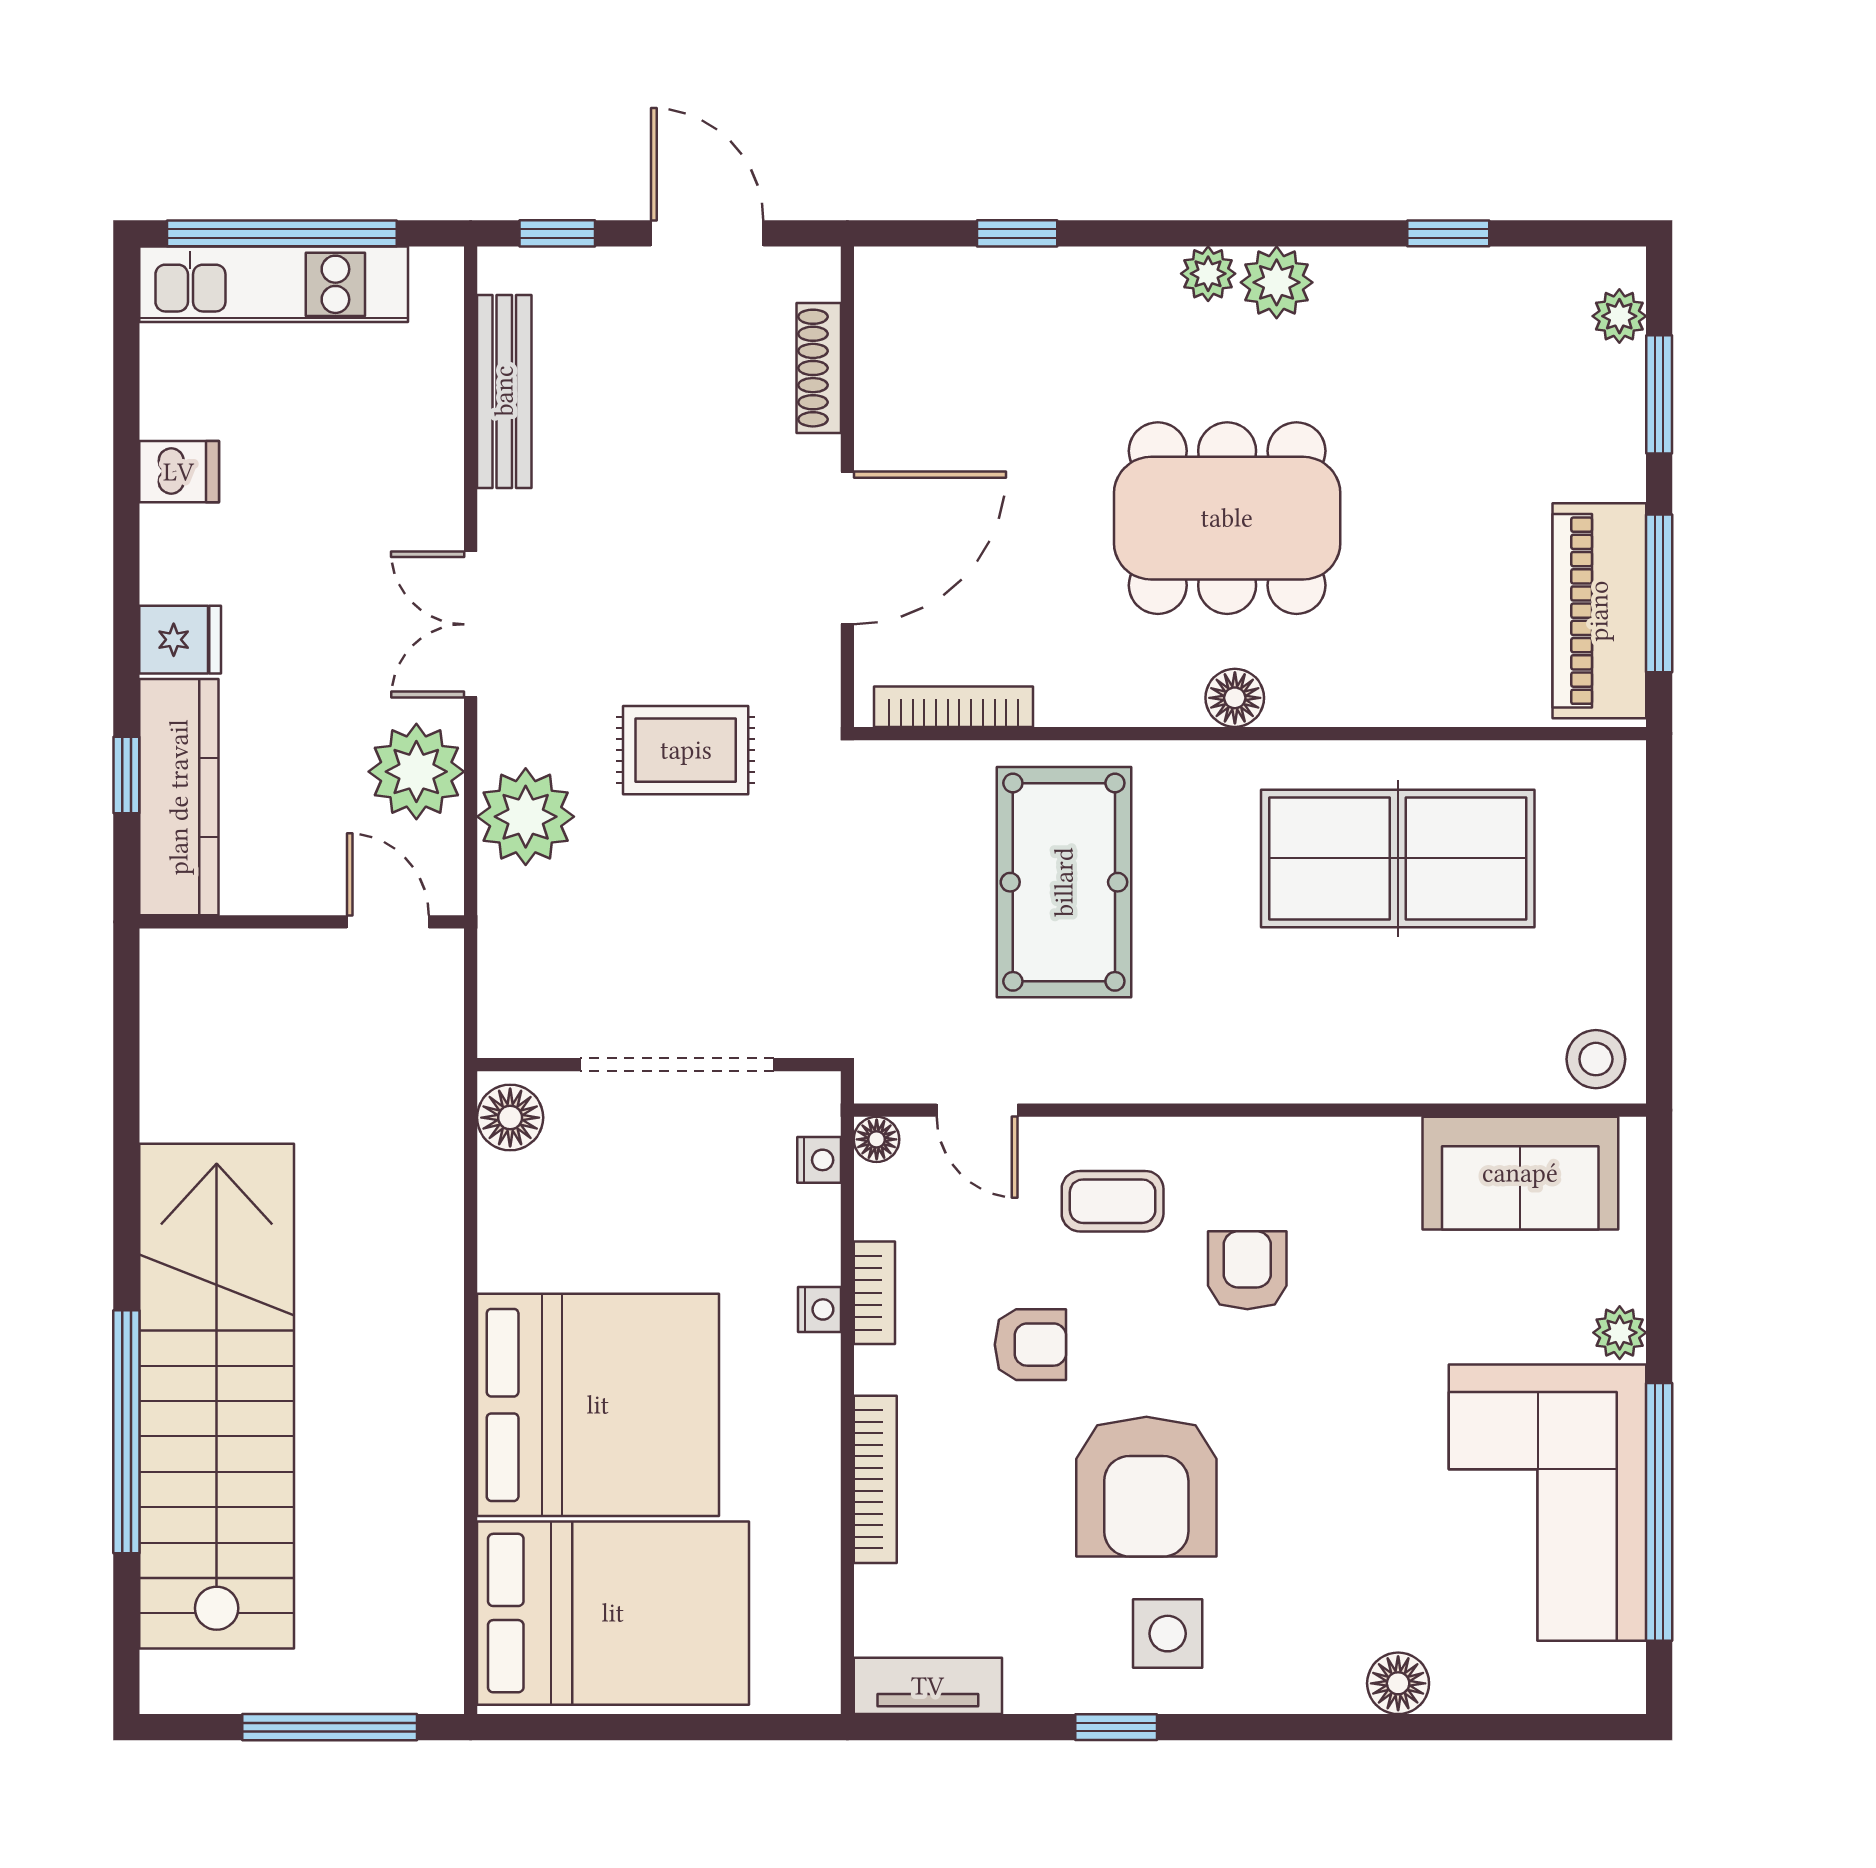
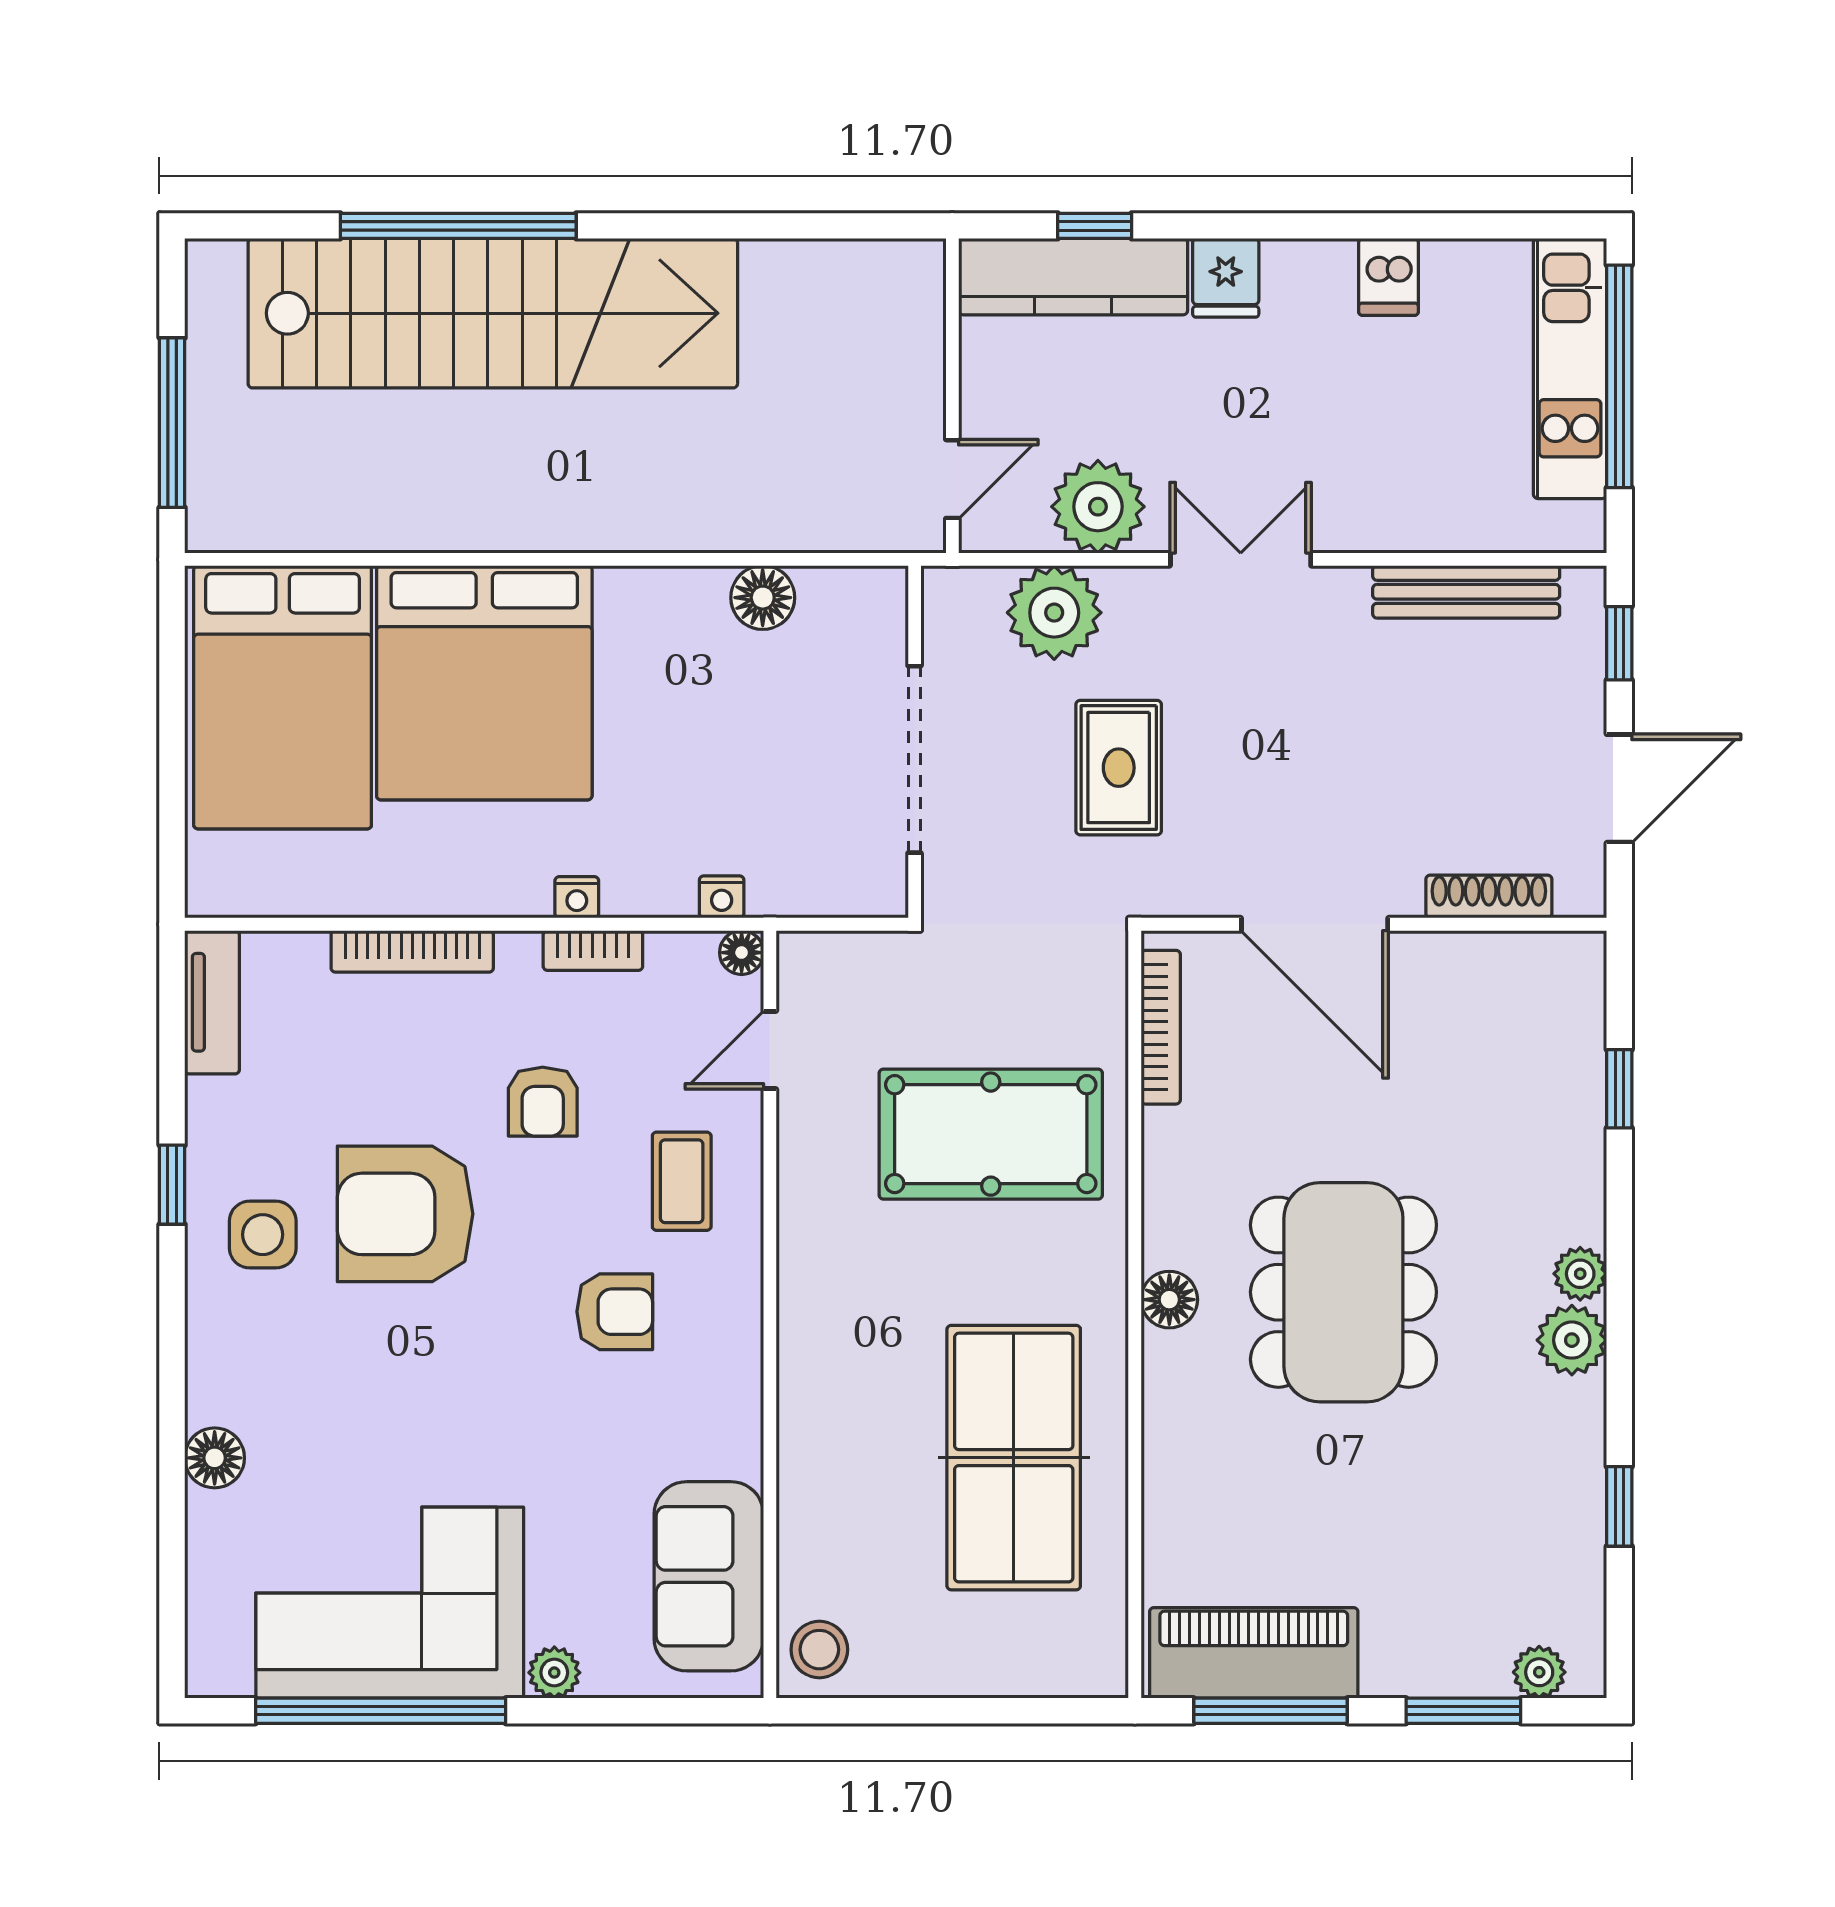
wall: (659, 1065) -> (915, 742), moved
doorway: (677, 1065) -> (915, 759), moved

